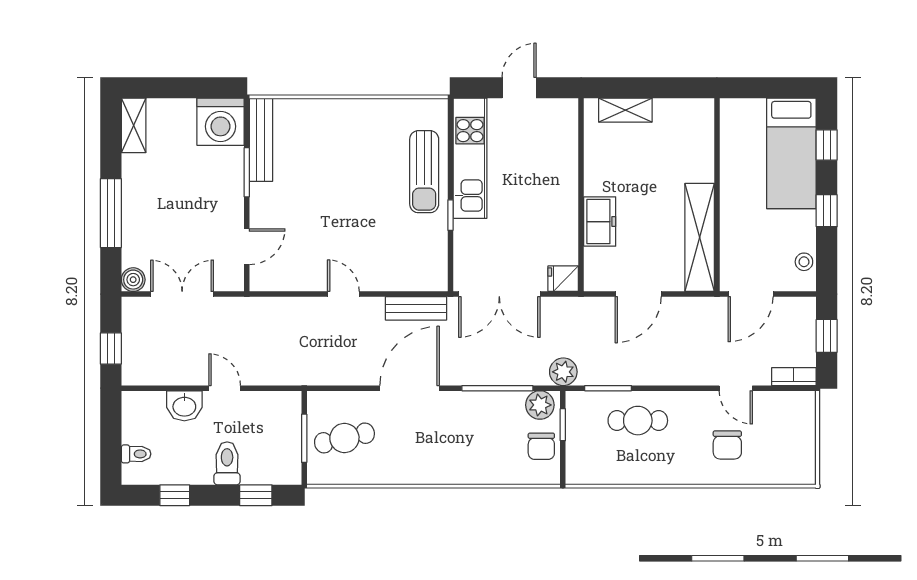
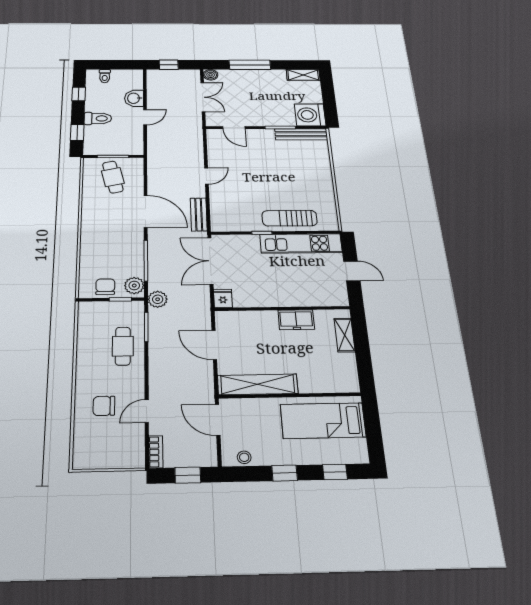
bed: (791, 153) -> (323, 421), moved
freezer: (600, 222) -> (296, 320), moved
chair: (541, 446) -> (105, 287), turned 90

